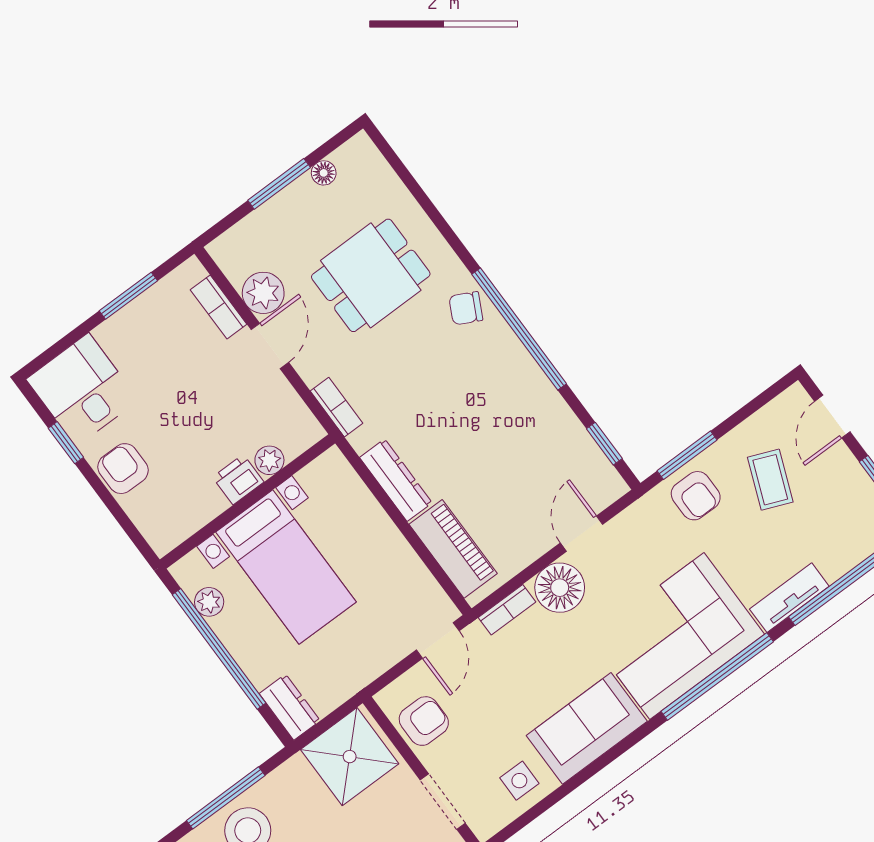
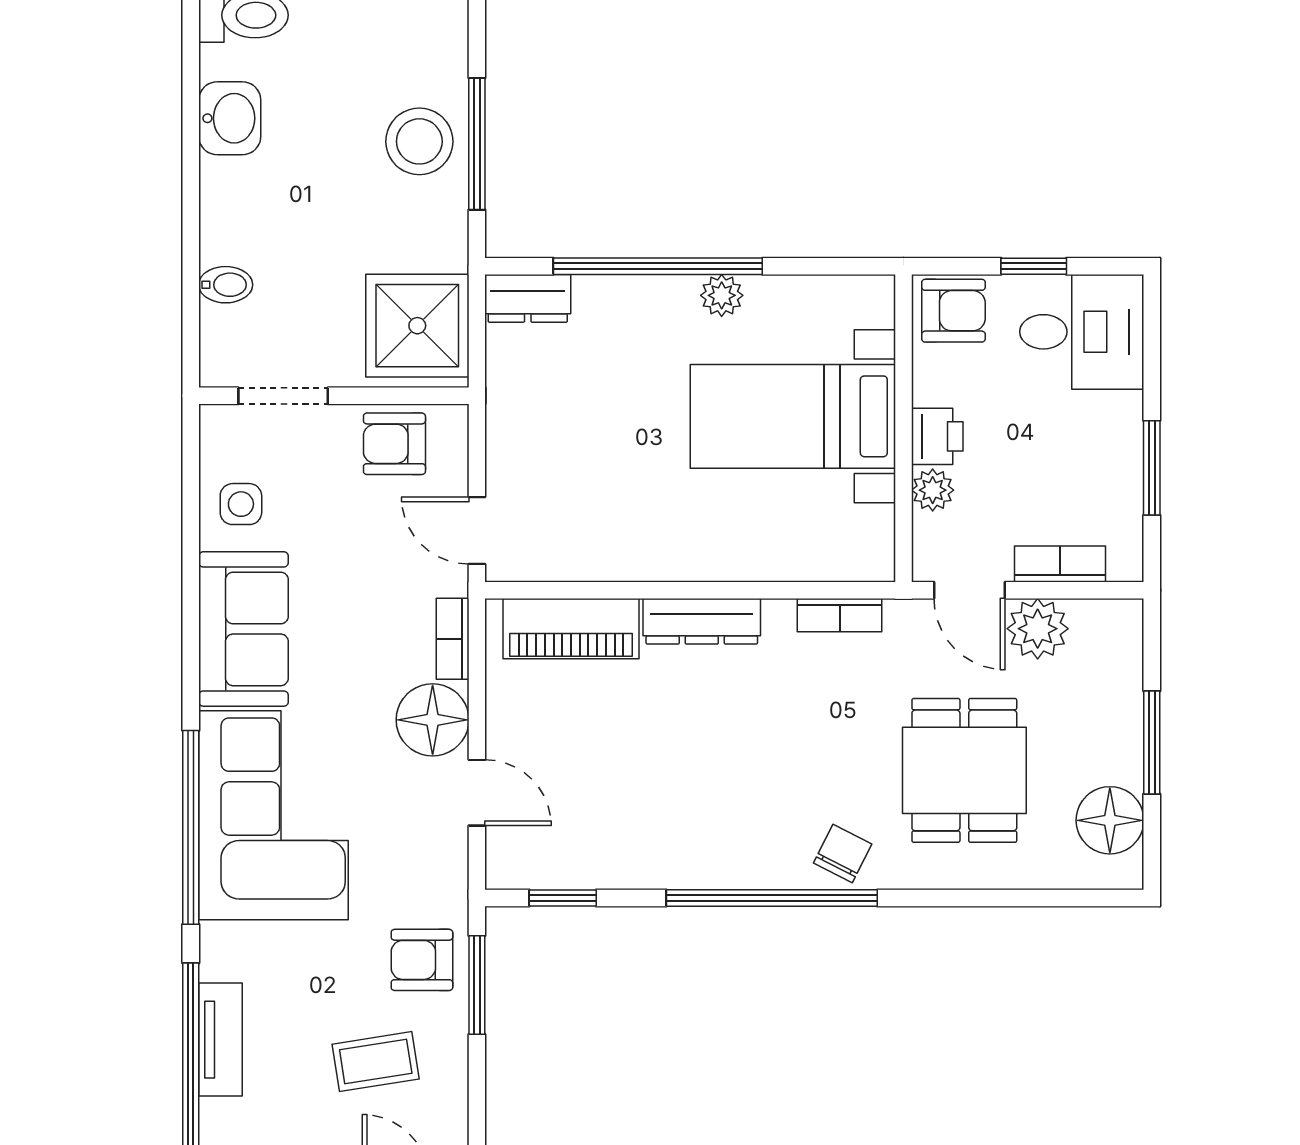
floor lamp: (324, 173) -> (1110, 820), width x1.89, depth x1.89
plant: (269, 460) -> (933, 490), moved
printer: (238, 480) -> (937, 436), moved
coffee table: (770, 480) -> (376, 1062), turned -31
wall: (247, 501) -> (903, 428), moved
bed with nightstands: (286, 567) -> (793, 416), moved
tv unit: (789, 598) -> (220, 1040), moved
armchair: (424, 721) -> (394, 444), turned 90

